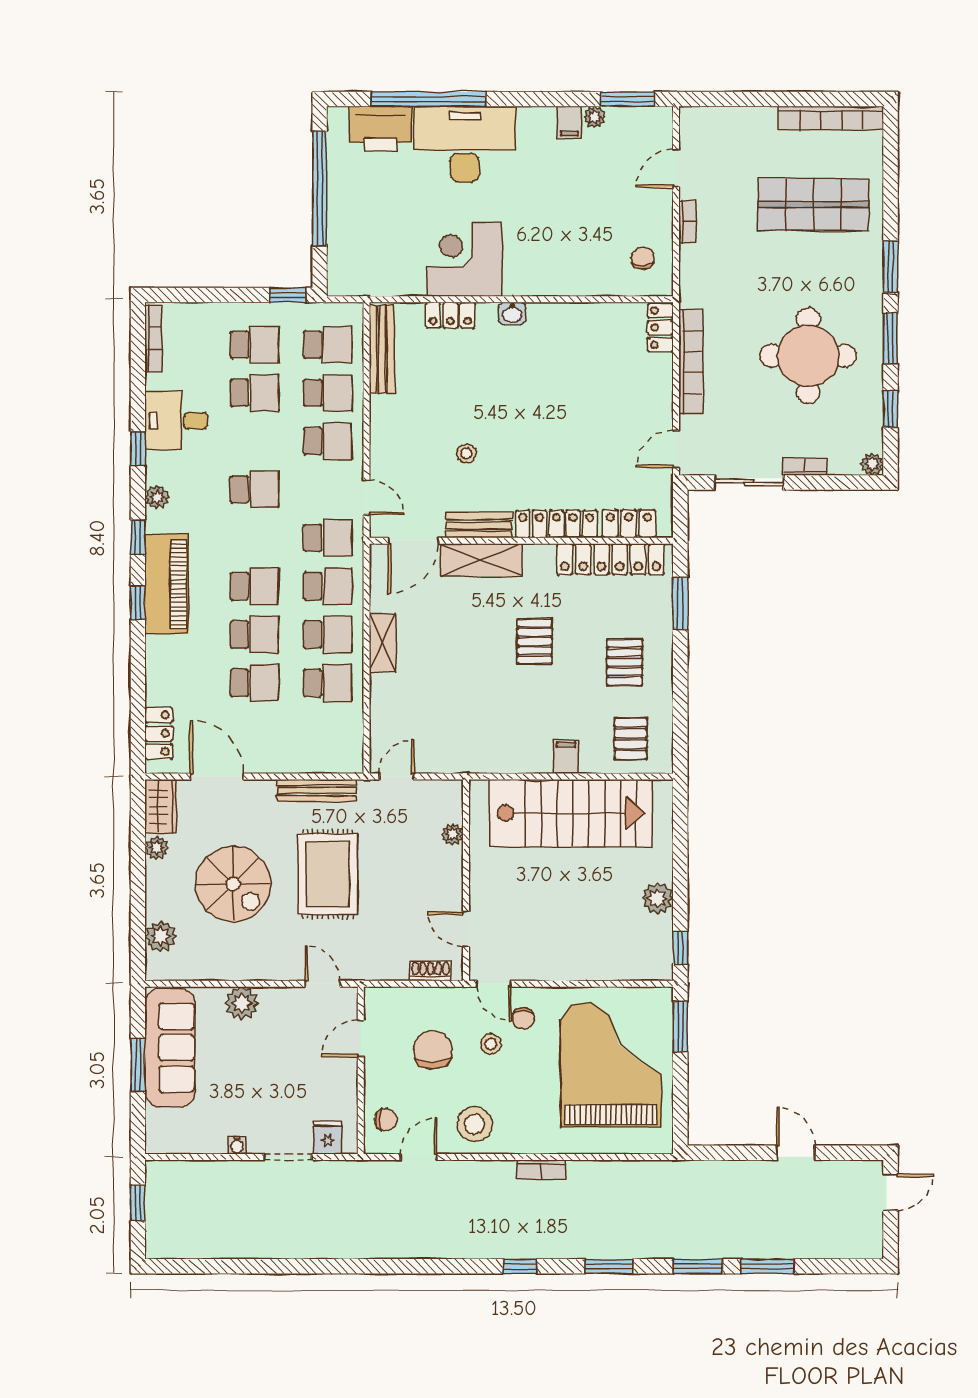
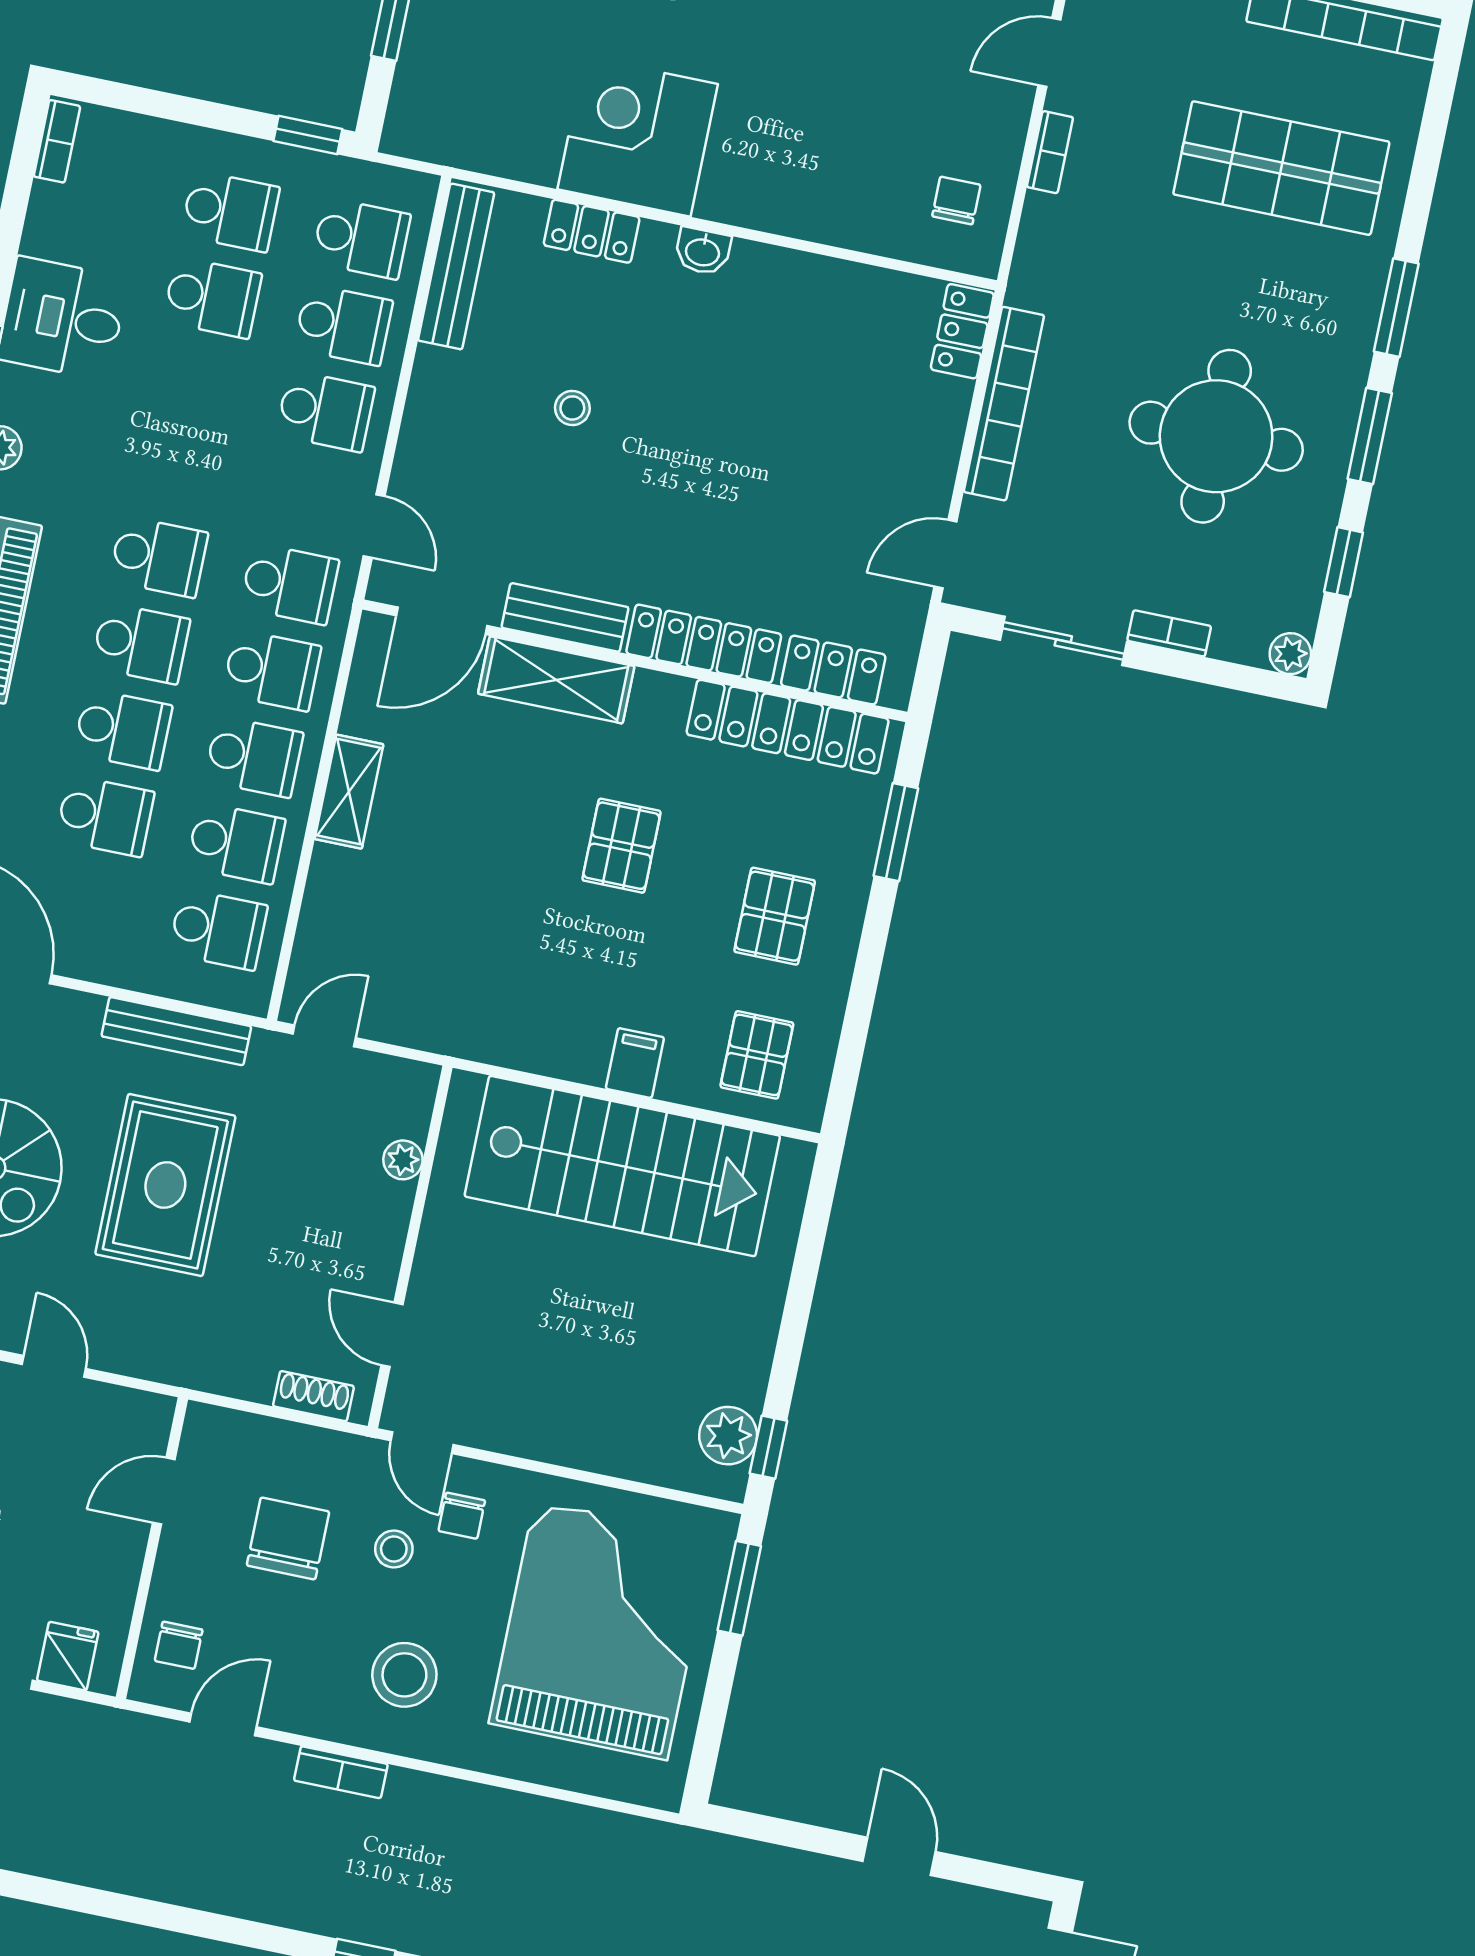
bookcase: (154, 338) -> (57, 141), width x0.64
stool: (466, 454) -> (572, 408), moved
school desk: (254, 490) -> (159, 557), moved
school desk: (328, 731) -> (218, 929), added
plant: (657, 898) -> (728, 1436), moved
door: (322, 984) -> (54, 1366), moved
chair: (386, 1119) -> (179, 1645), turned 90
stool: (475, 1124) -> (404, 1675), moved
bookcase: (541, 1170) -> (341, 1772), moved

